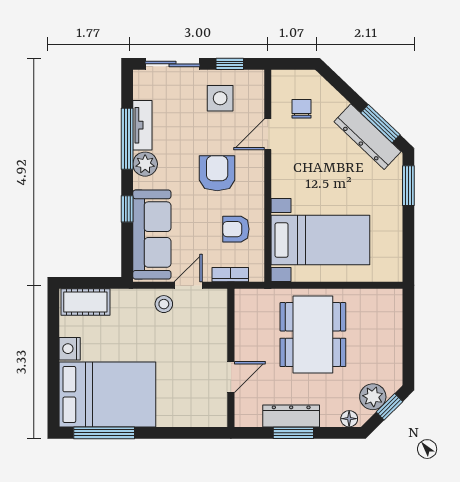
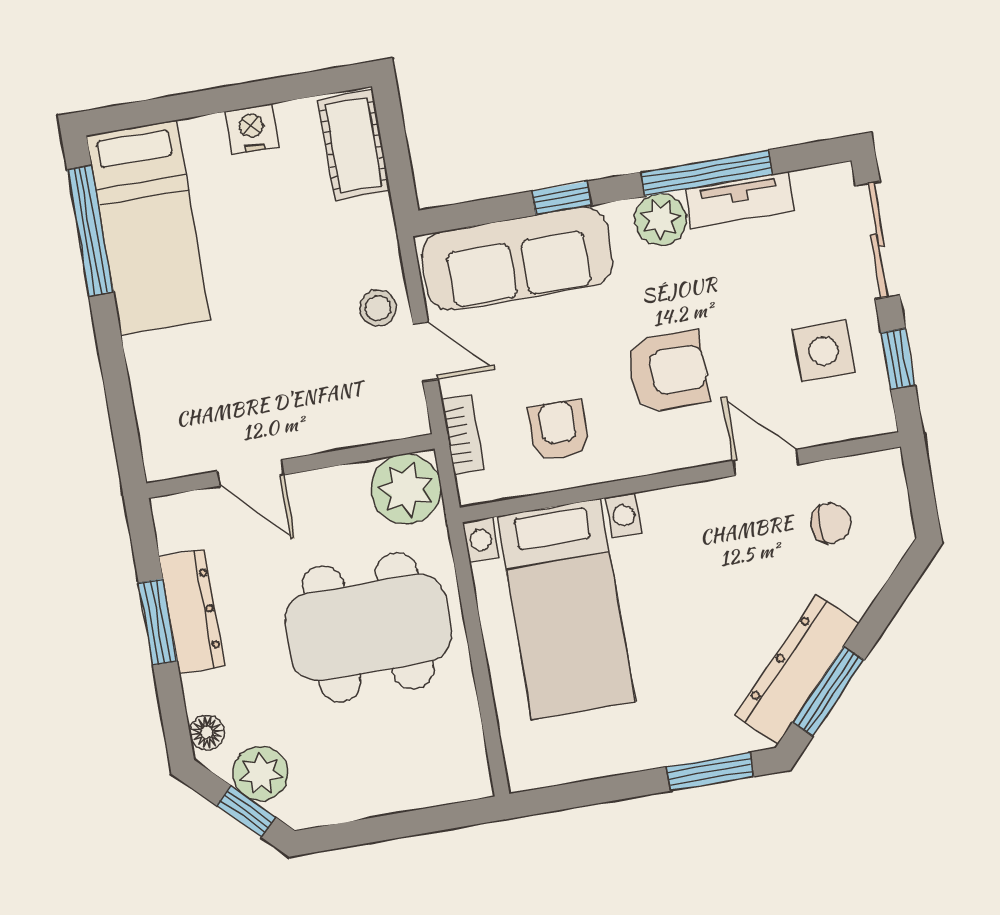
plant: (251, 305) -> (406, 489), added
bed: (107, 394) -> (148, 228), width x0.67

